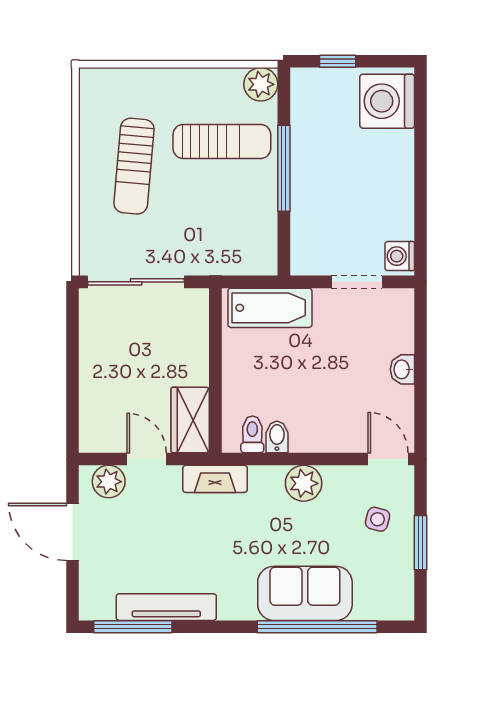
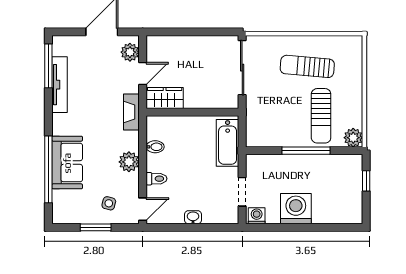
washing machine: (387, 101) -> (296, 209), moved
toilet: (252, 434) -> (156, 179), moved

